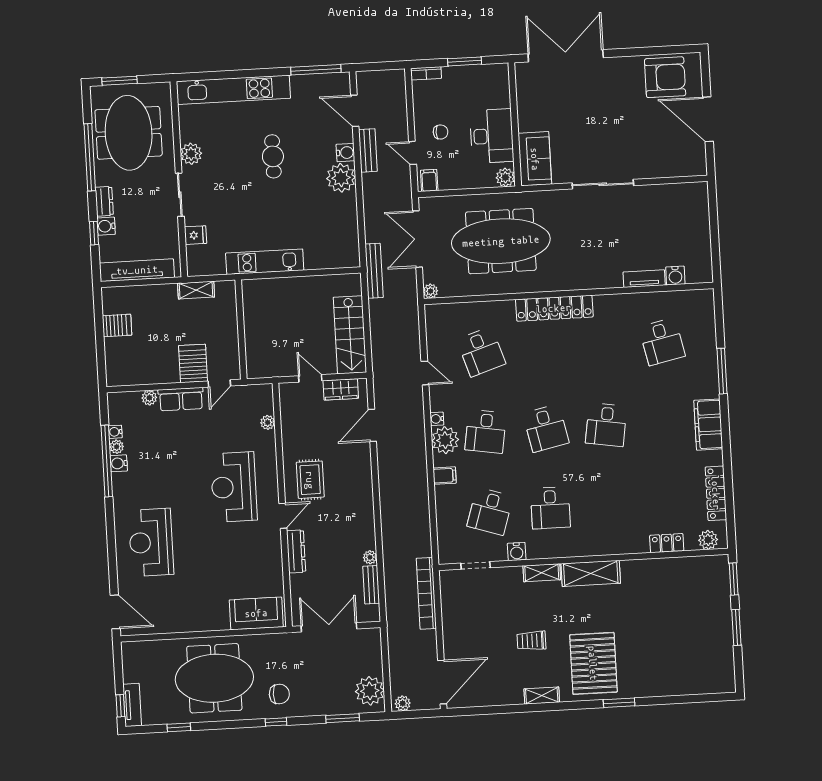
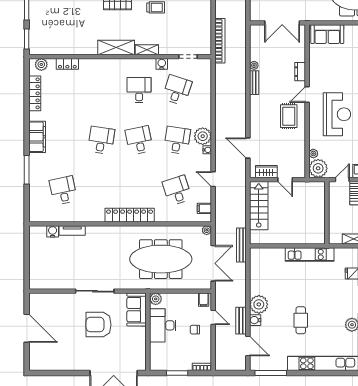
armchair: (665, 77) -> (99, 325), moved
plant: (259, 399) -> (318, 168), added
door: (372, 425) -> (248, 148), swing flipped
filing cabinet: (445, 476) -> (204, 208), moved
dresser: (296, 551) -> (300, 72), width x0.70
bench: (371, 585) -> (254, 83), moved

